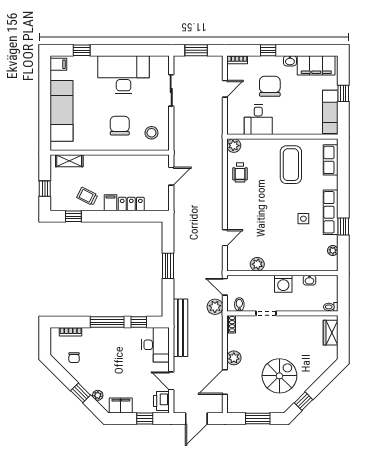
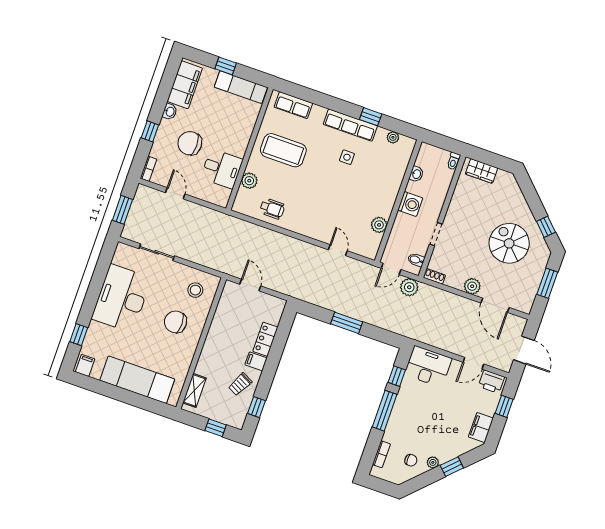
plant: (234, 146) -> (249, 181), moved
bench: (180, 328) -> (419, 333), removed
plant: (98, 395) -> (433, 462), moved

